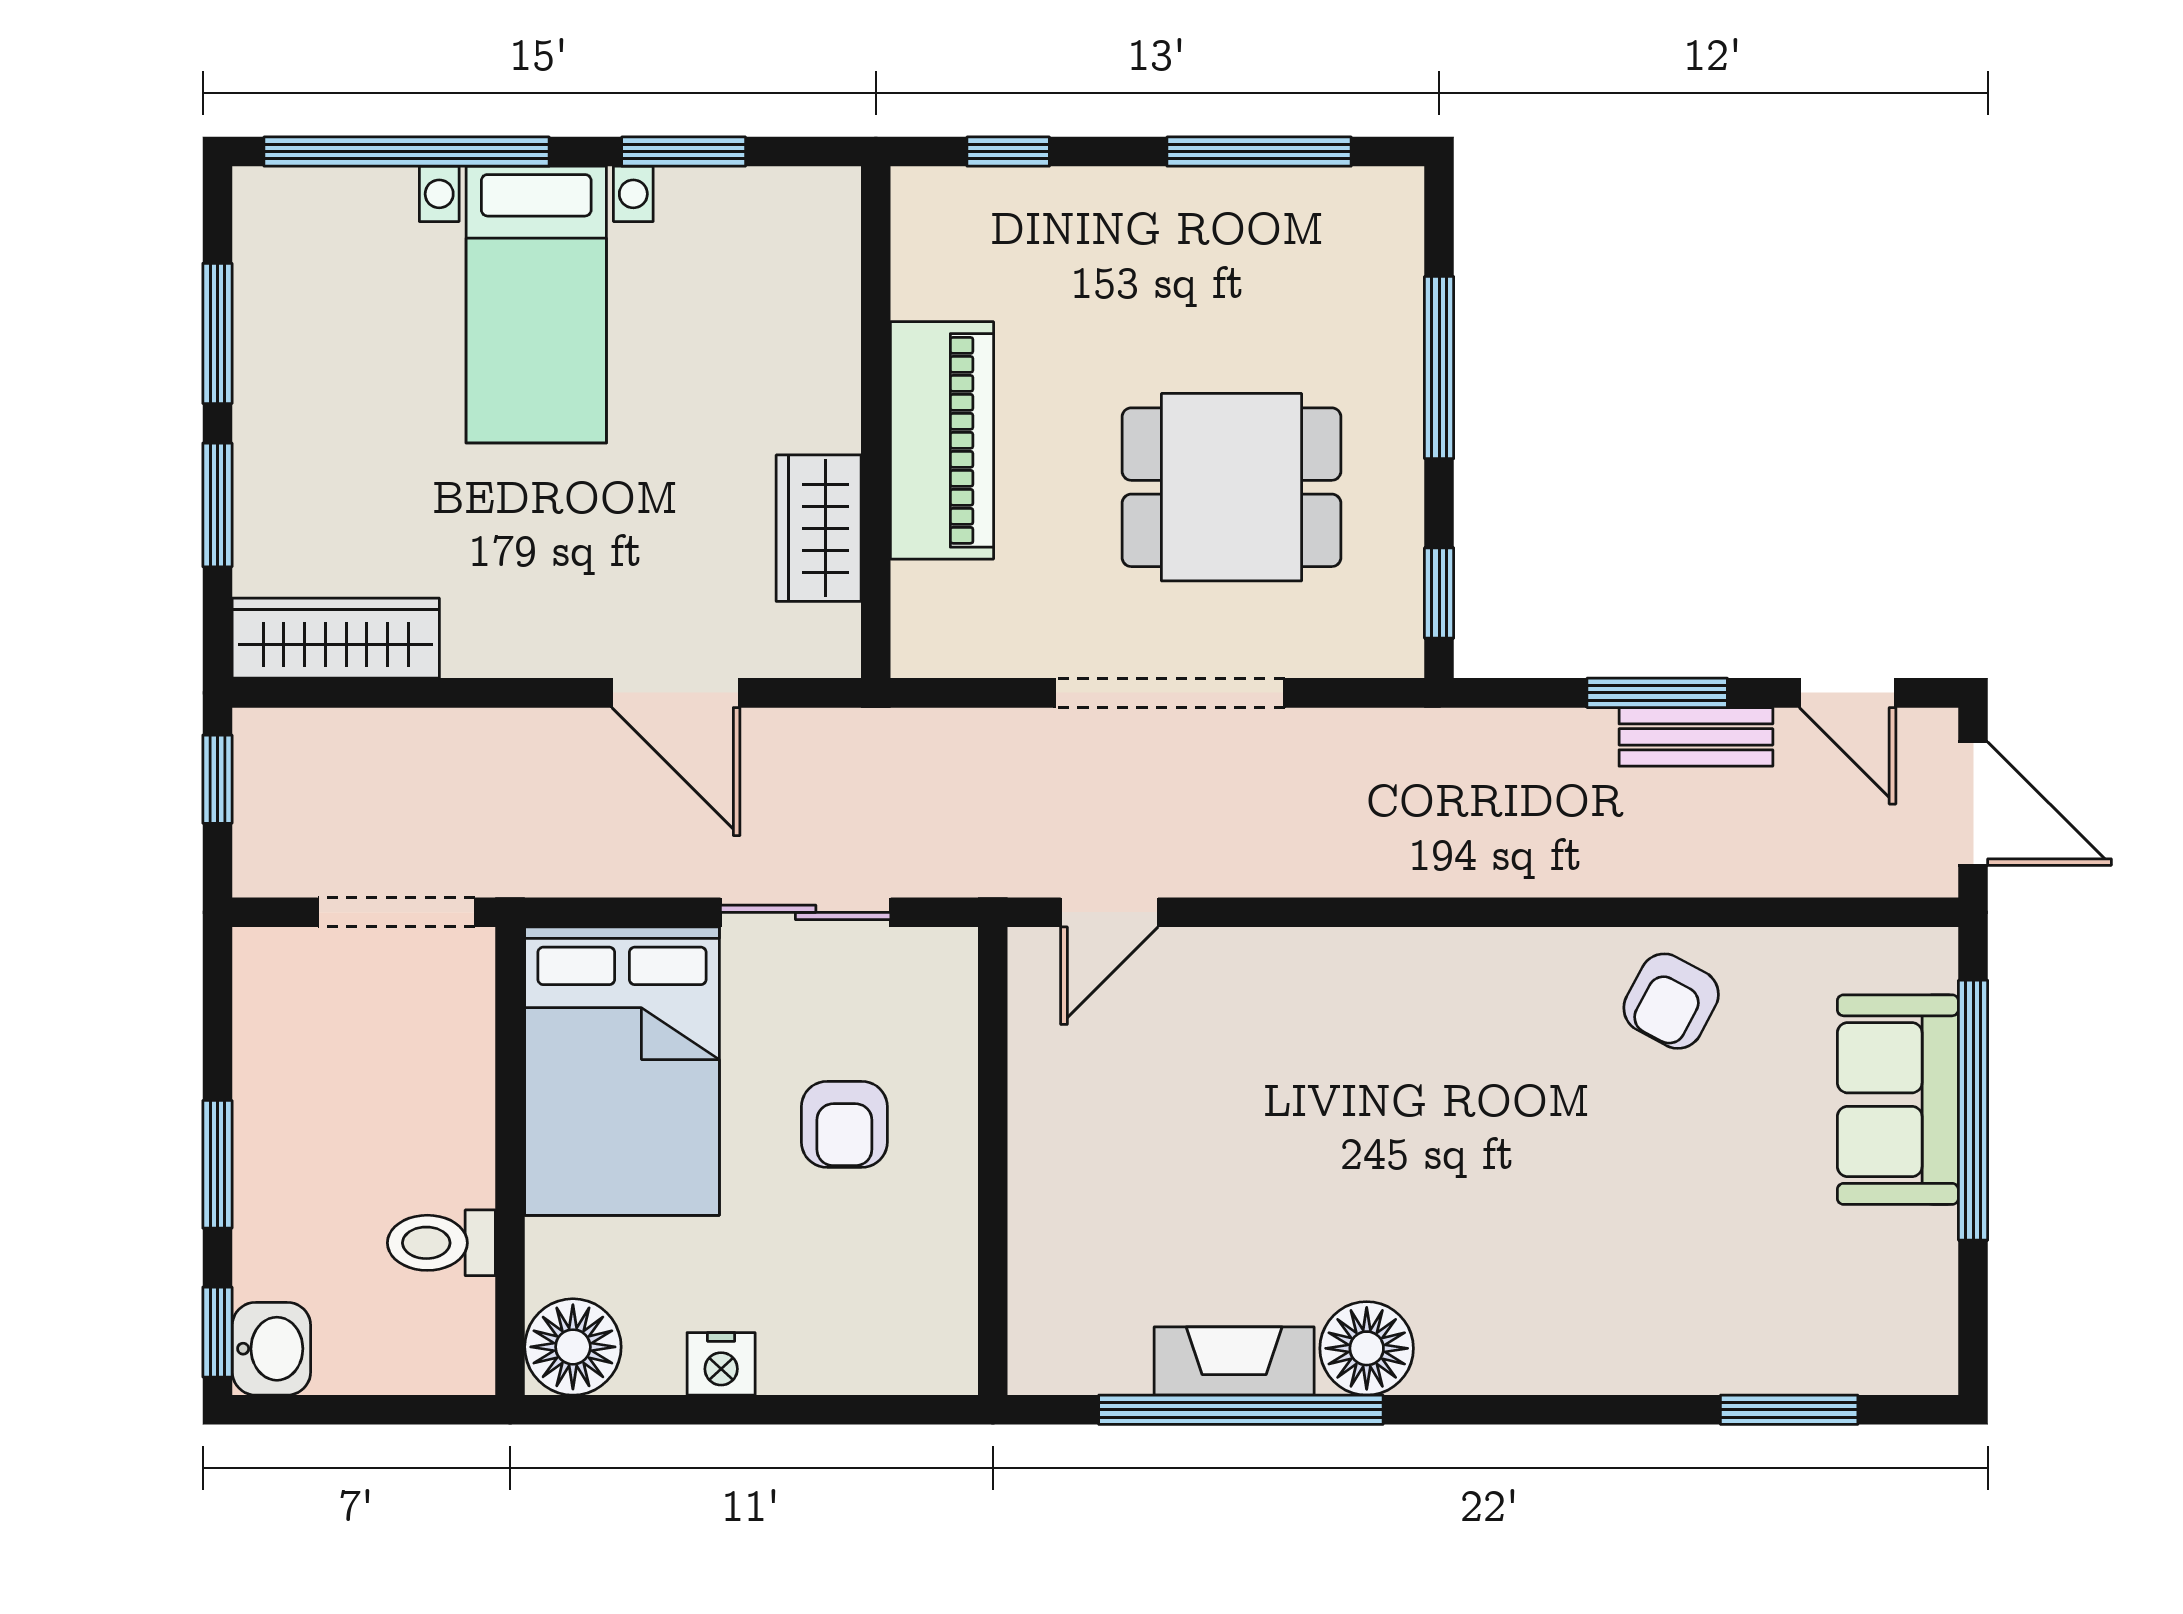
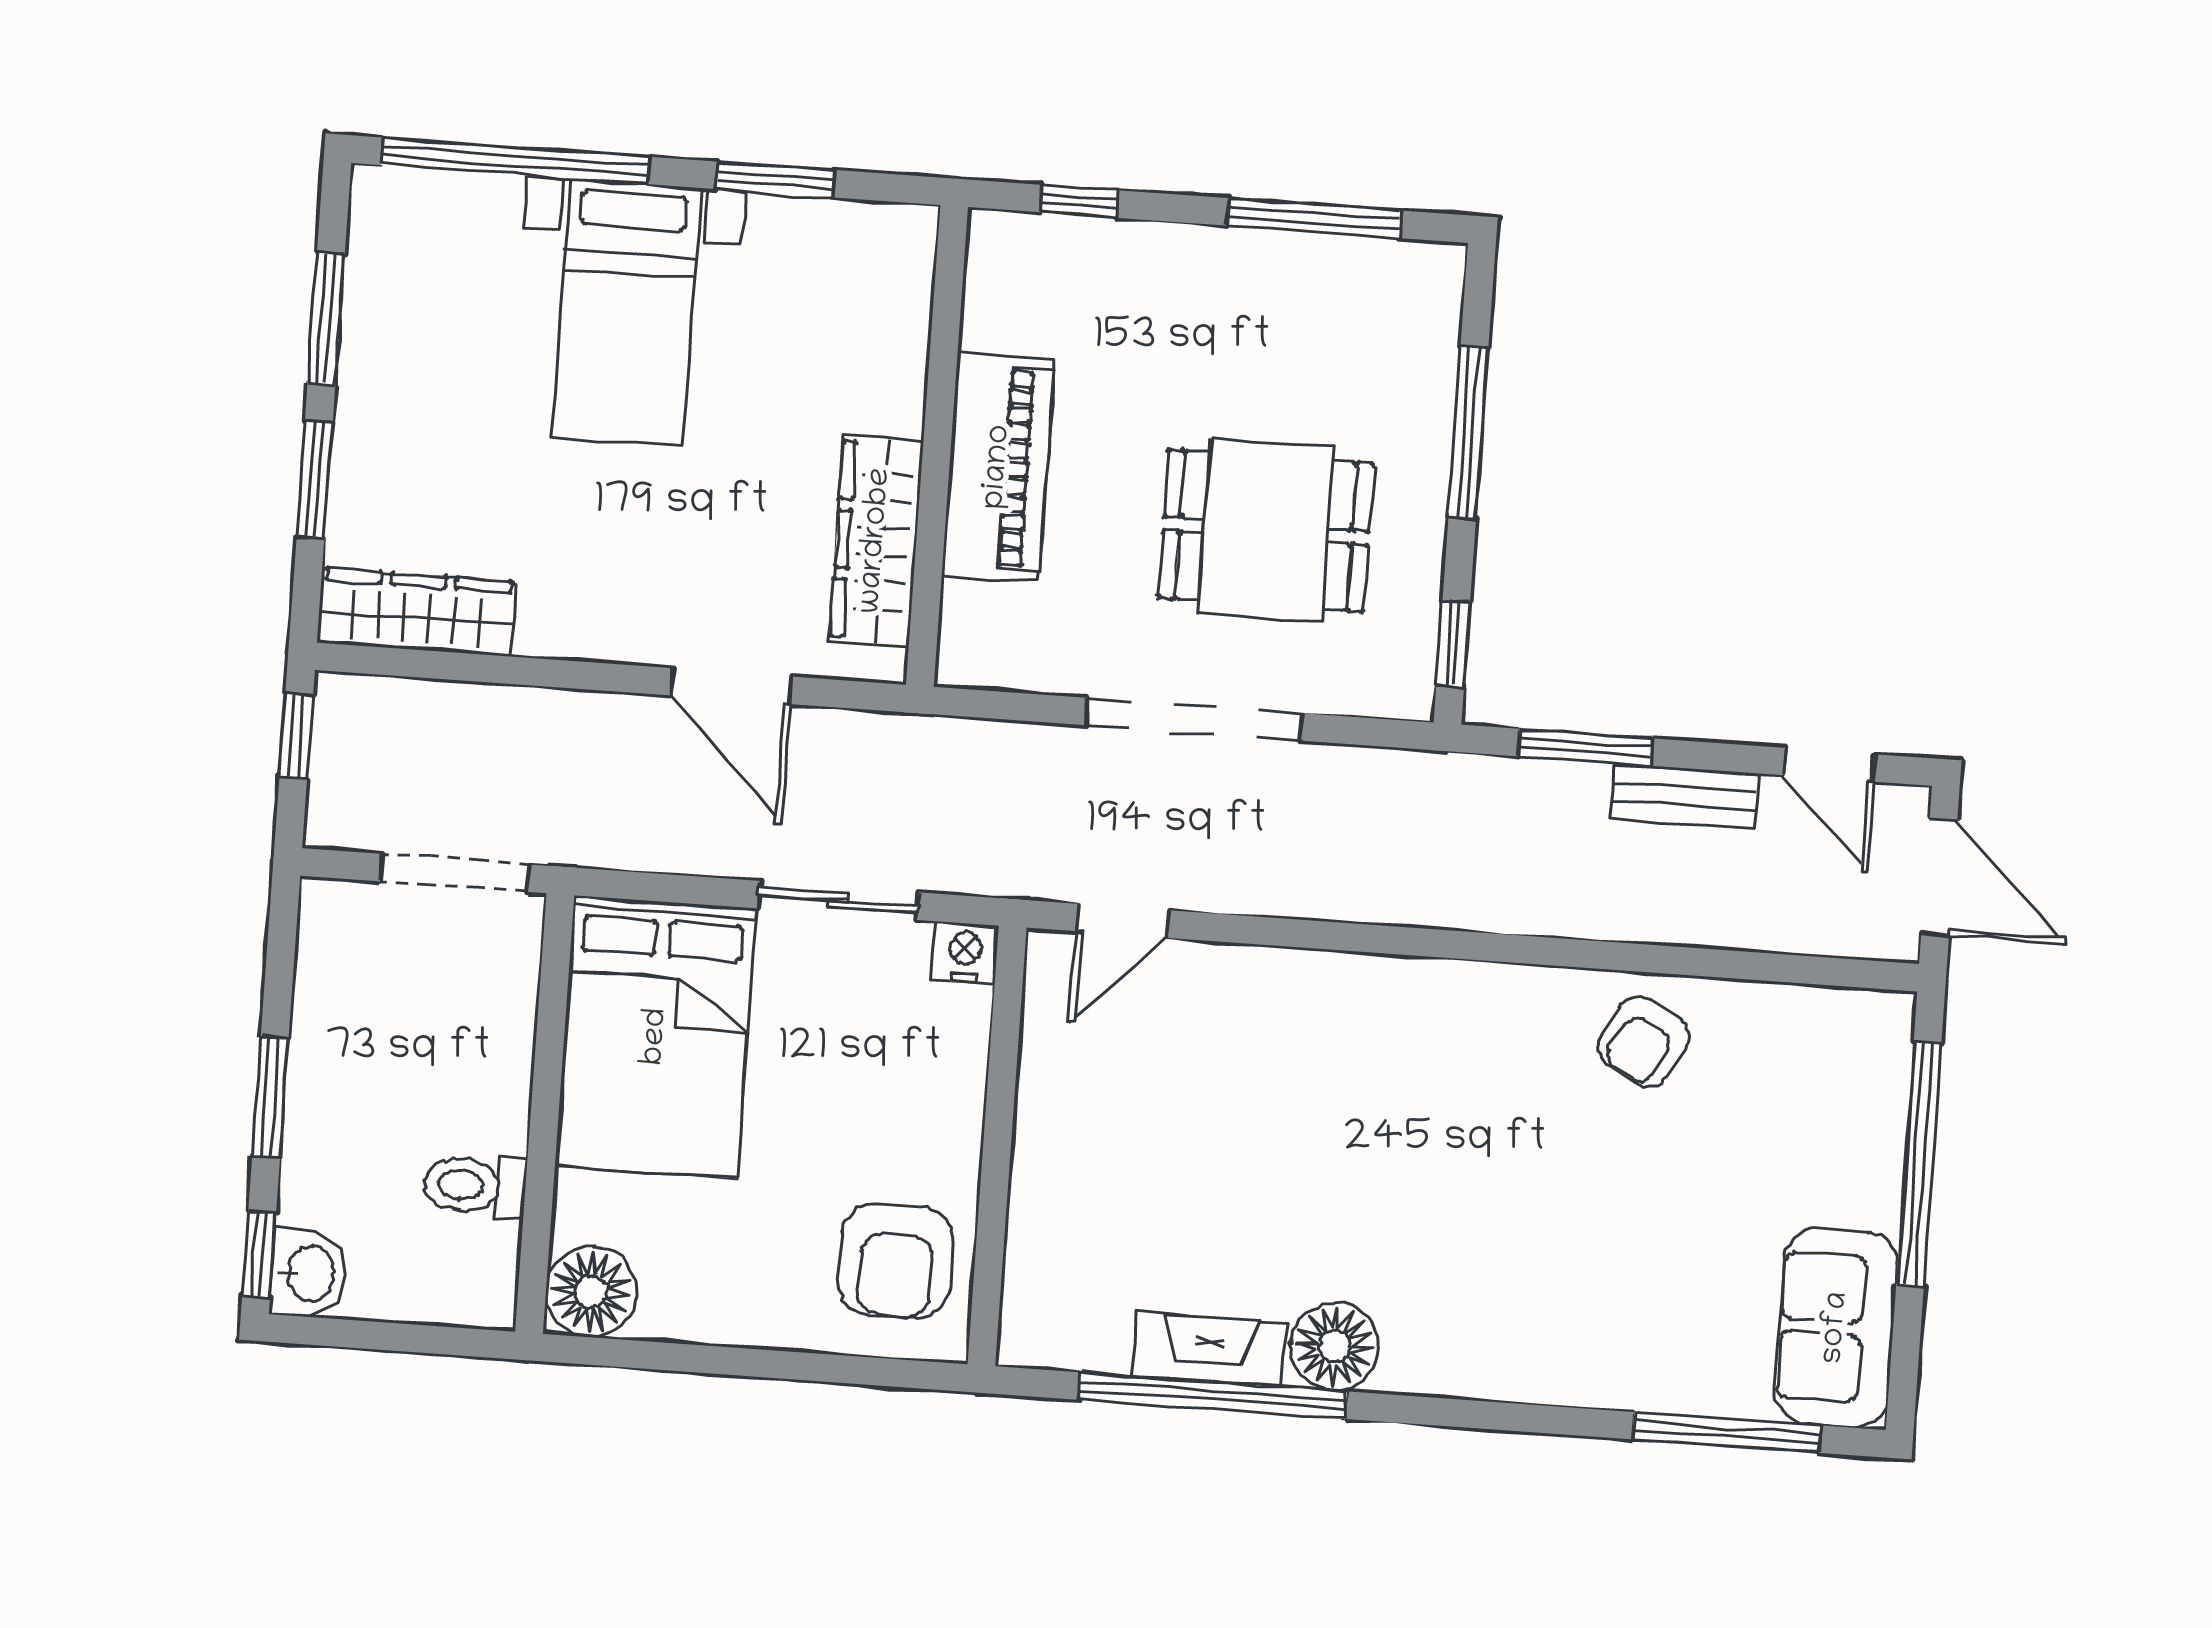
wardrobe: (819, 528) -> (876, 541), width x1.50
window: (1657, 693) -> (1585, 747), moved
sofa: (1898, 1100) -> (1836, 1328), moved
armchair: (844, 1124) -> (896, 1262), moved, width x1.38, depth x1.38
nightstand: (721, 1364) -> (965, 953), moved, turned 180
window: (1789, 1410) -> (1726, 1432), width x1.44

